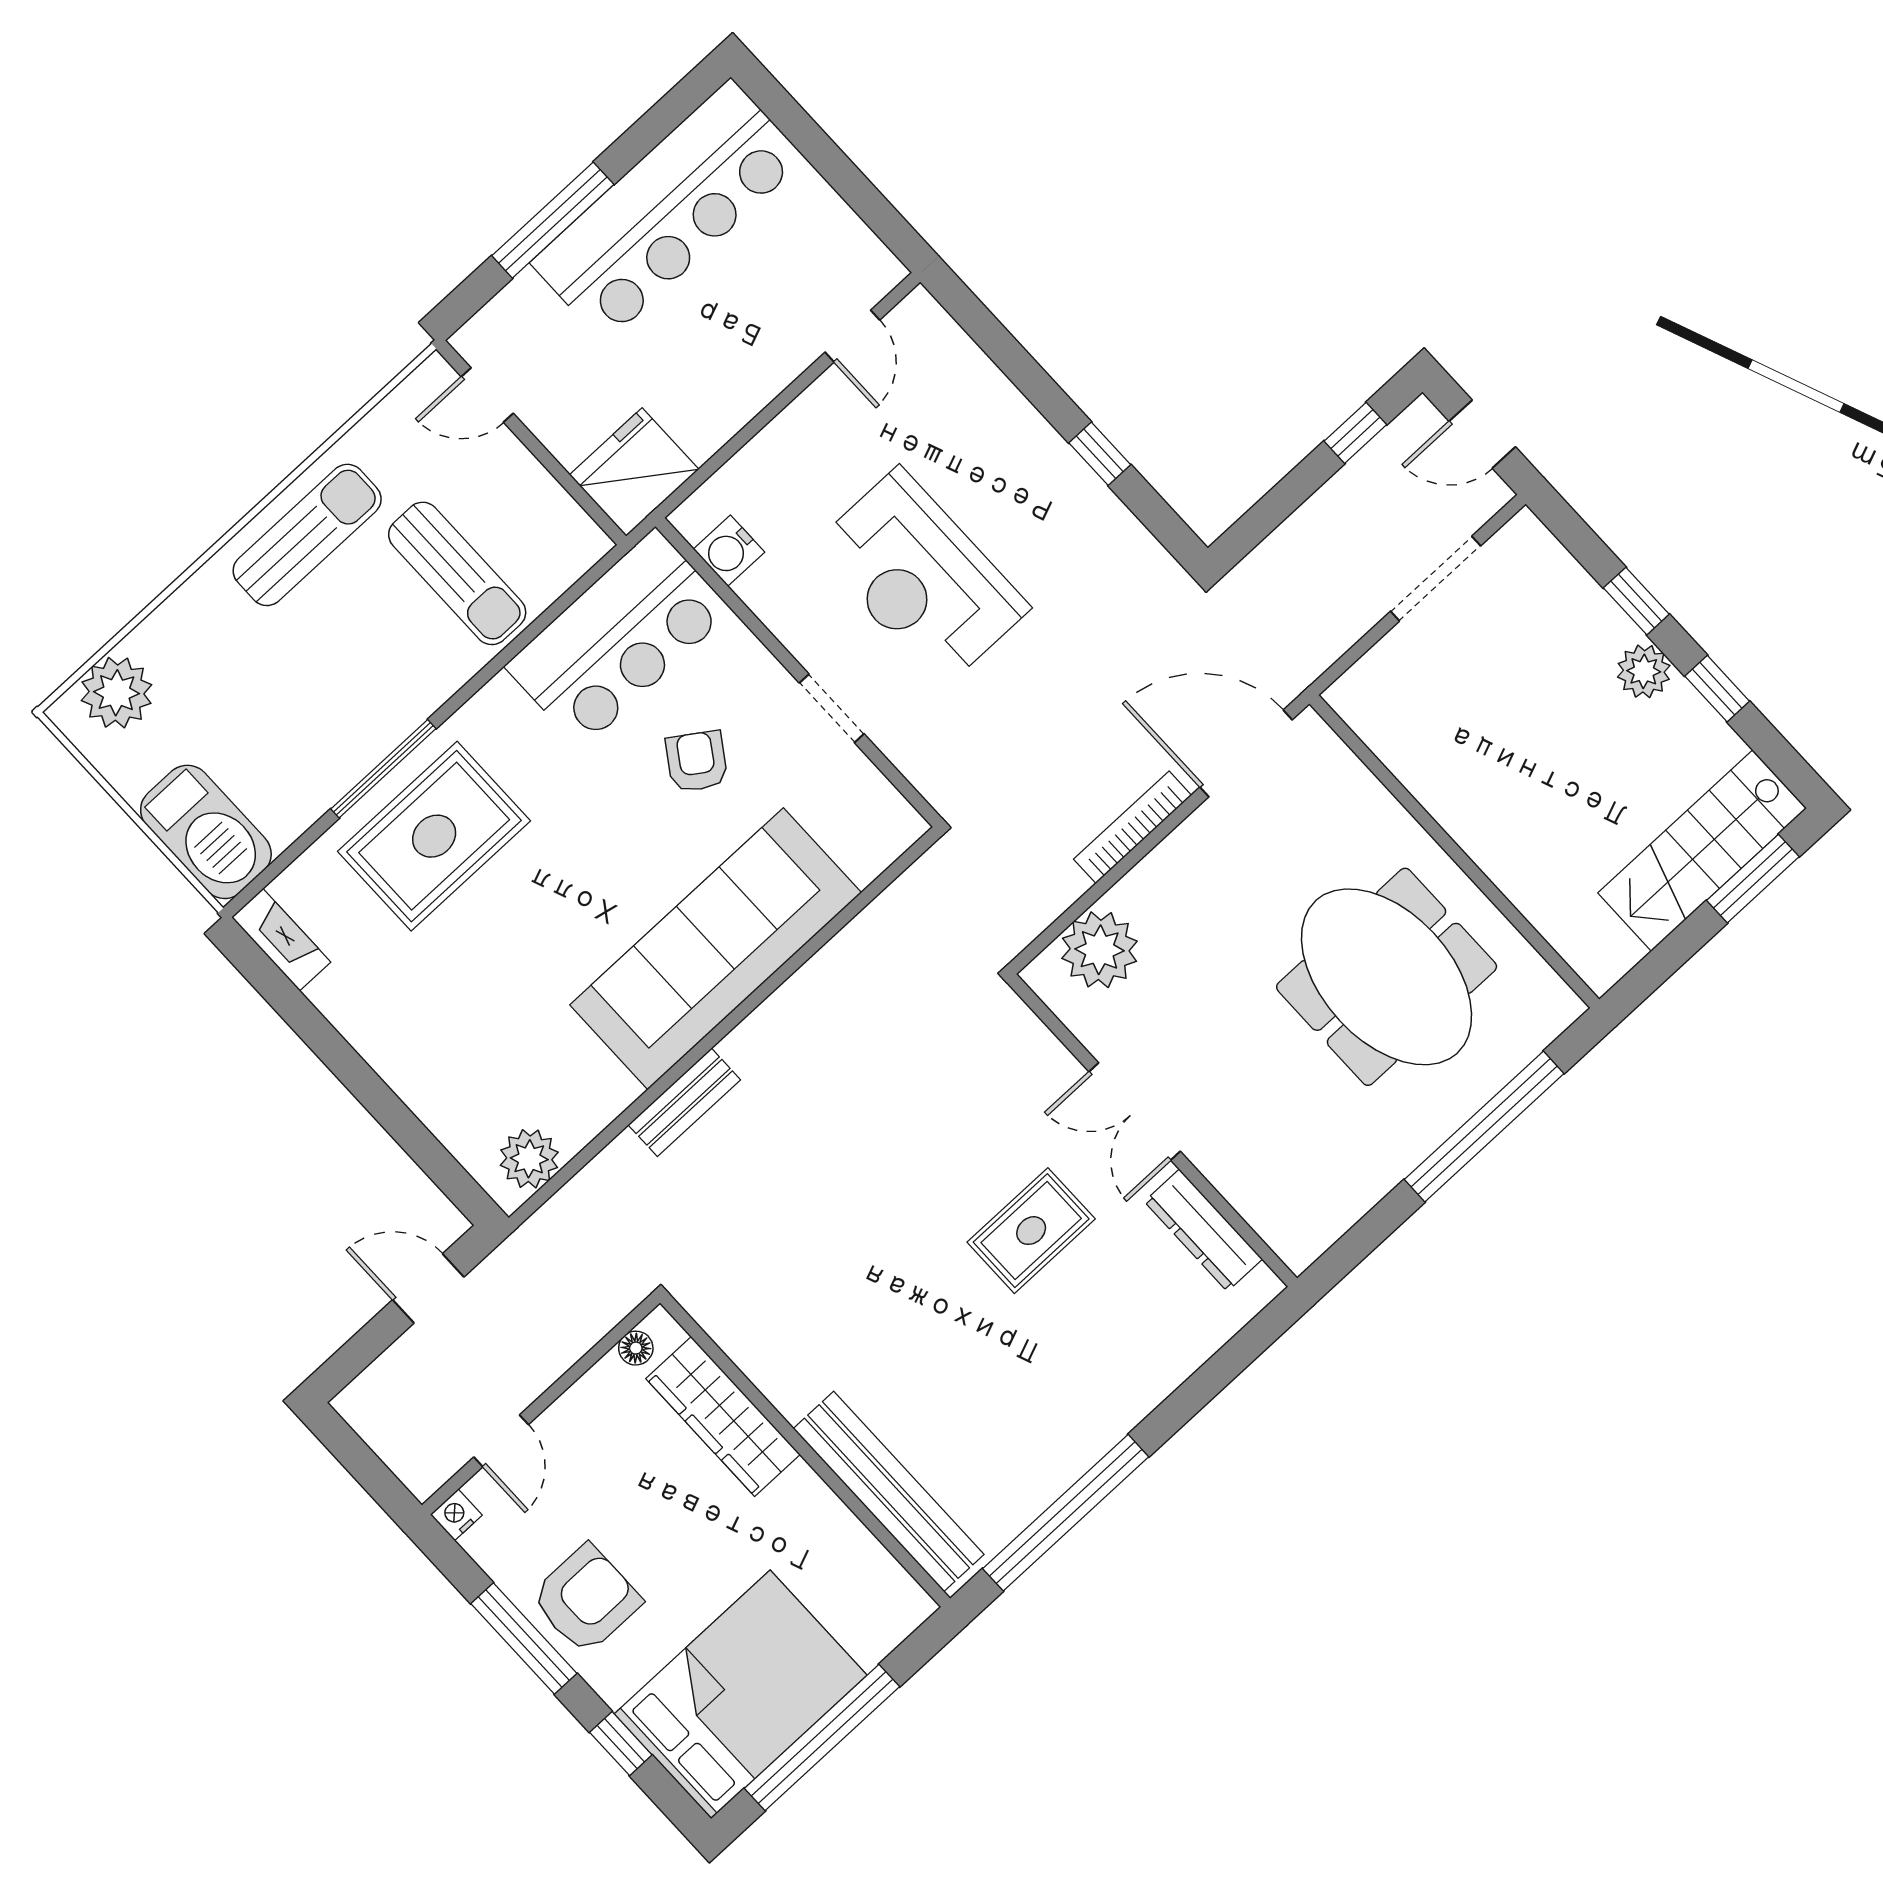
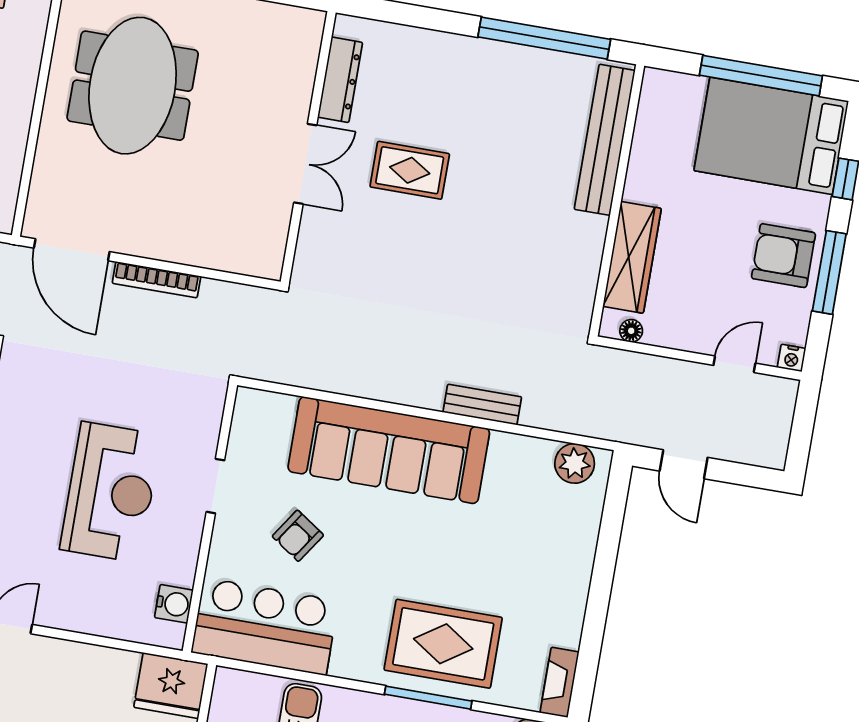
plant: (1100, 950) -> (234, 248), removed

